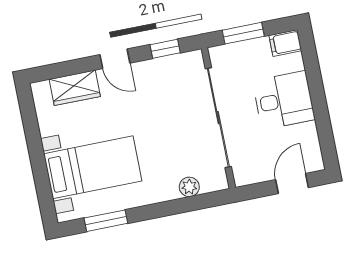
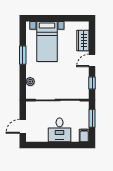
door: (292, 184) -> (23, 126), swing flipped
window: (106, 221) -> (23, 55), moved

